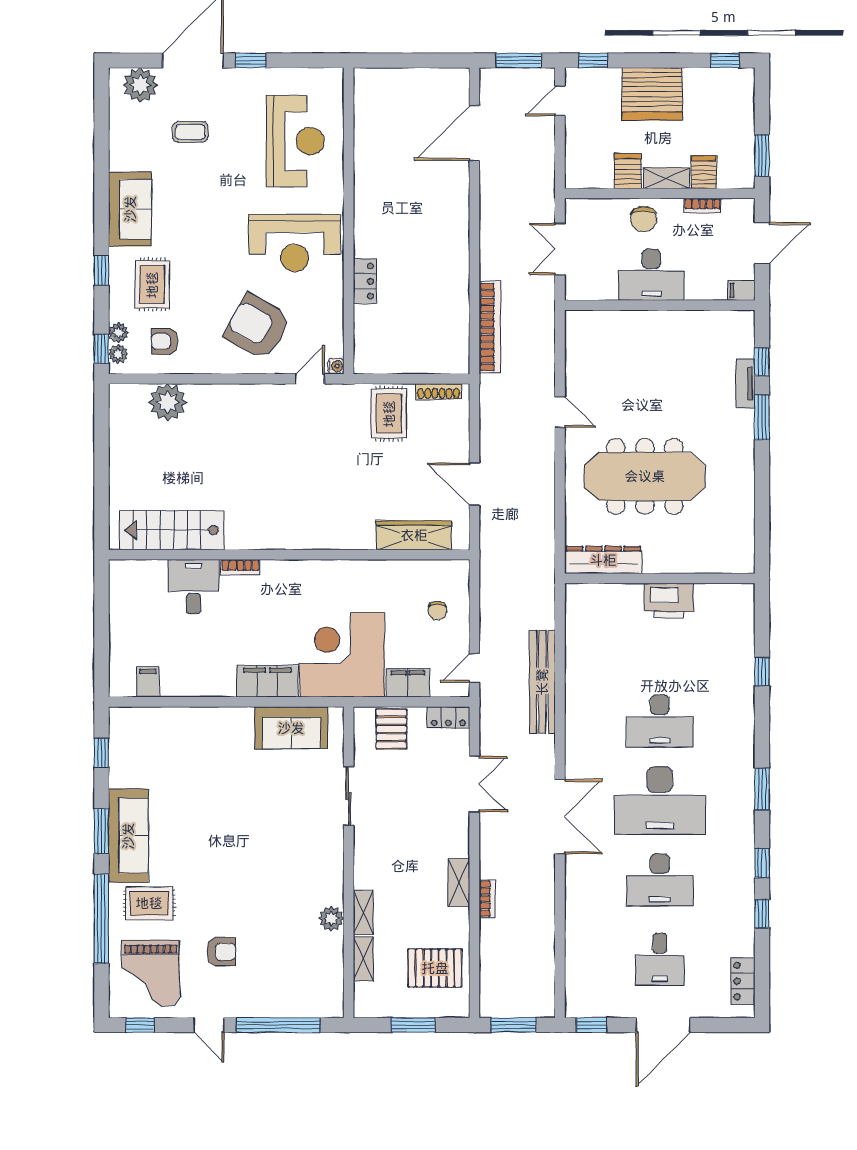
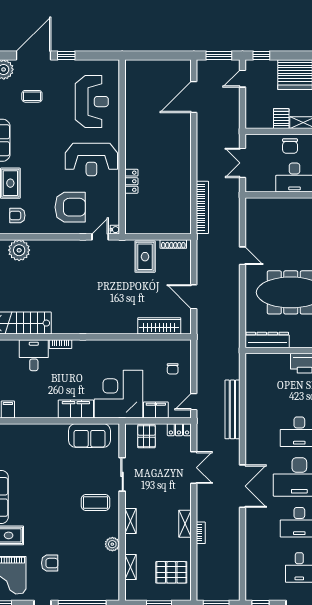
armchair: (257, 327) -> (70, 207), turned 151
coffee table: (302, 845) -> (96, 502), added
shelving: (363, 912) -> (130, 521), moved

